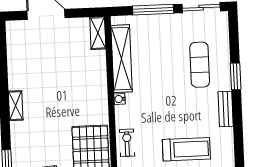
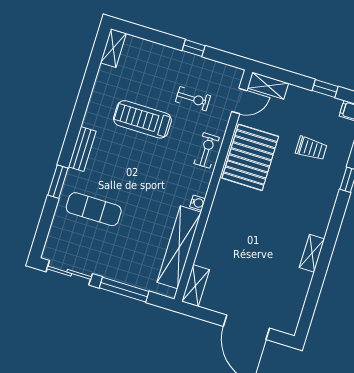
exercise mat: (200, 65) -> (94, 209), turned 90
shelving: (16, 106) -> (312, 253), moved
exercise bike: (127, 143) -> (207, 150), turned 180

